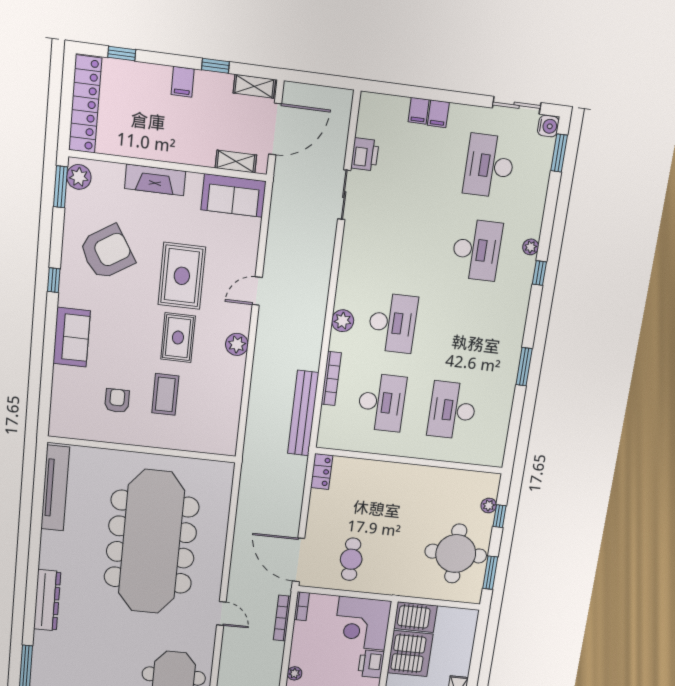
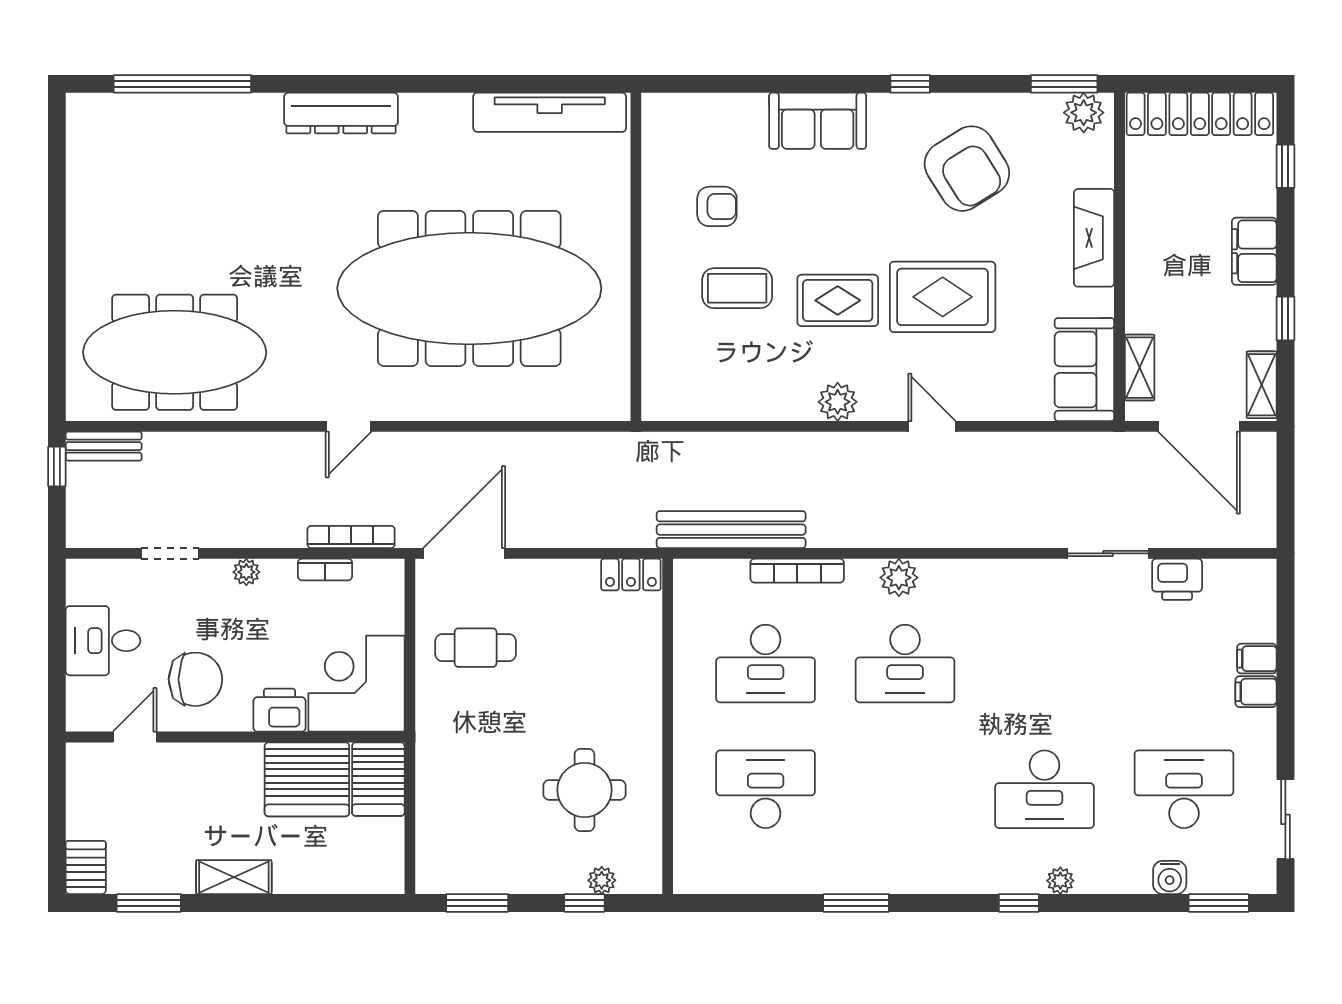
filing cabinet: (183, 82) -> (1254, 251), width x2.00
water cooler: (548, 126) -> (1170, 877), moved
round table: (456, 554) -> (584, 790), moved, width x0.73, depth x0.73
bookcase: (302, 606) -> (325, 570), moved

